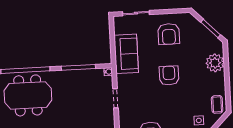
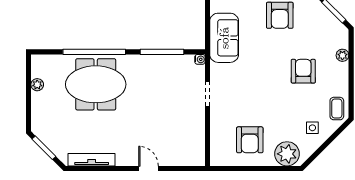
plant: (215, 63) -> (342, 55), width x0.53, depth x0.53
armchair: (169, 75) -> (303, 71), moved

